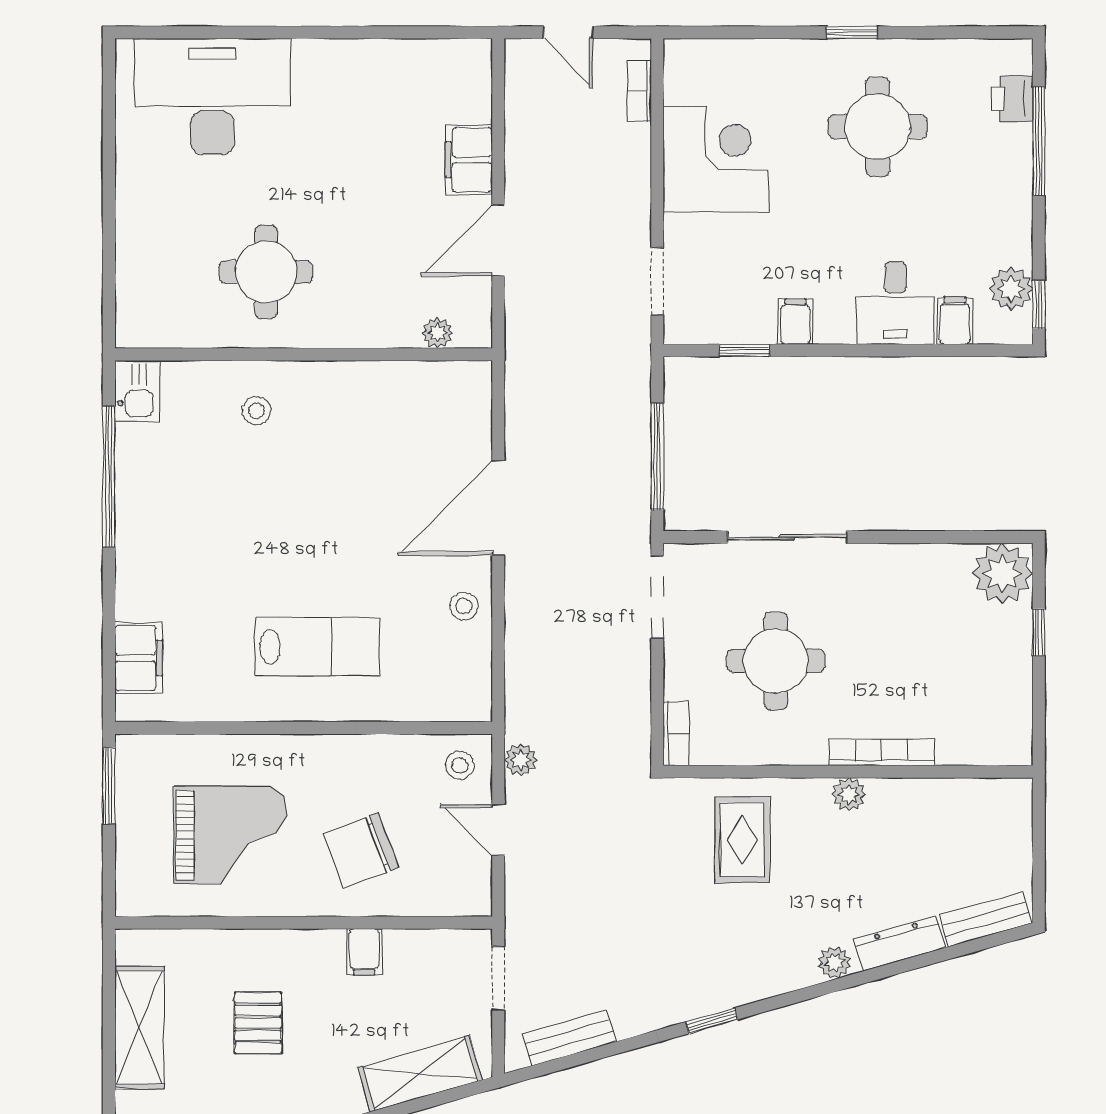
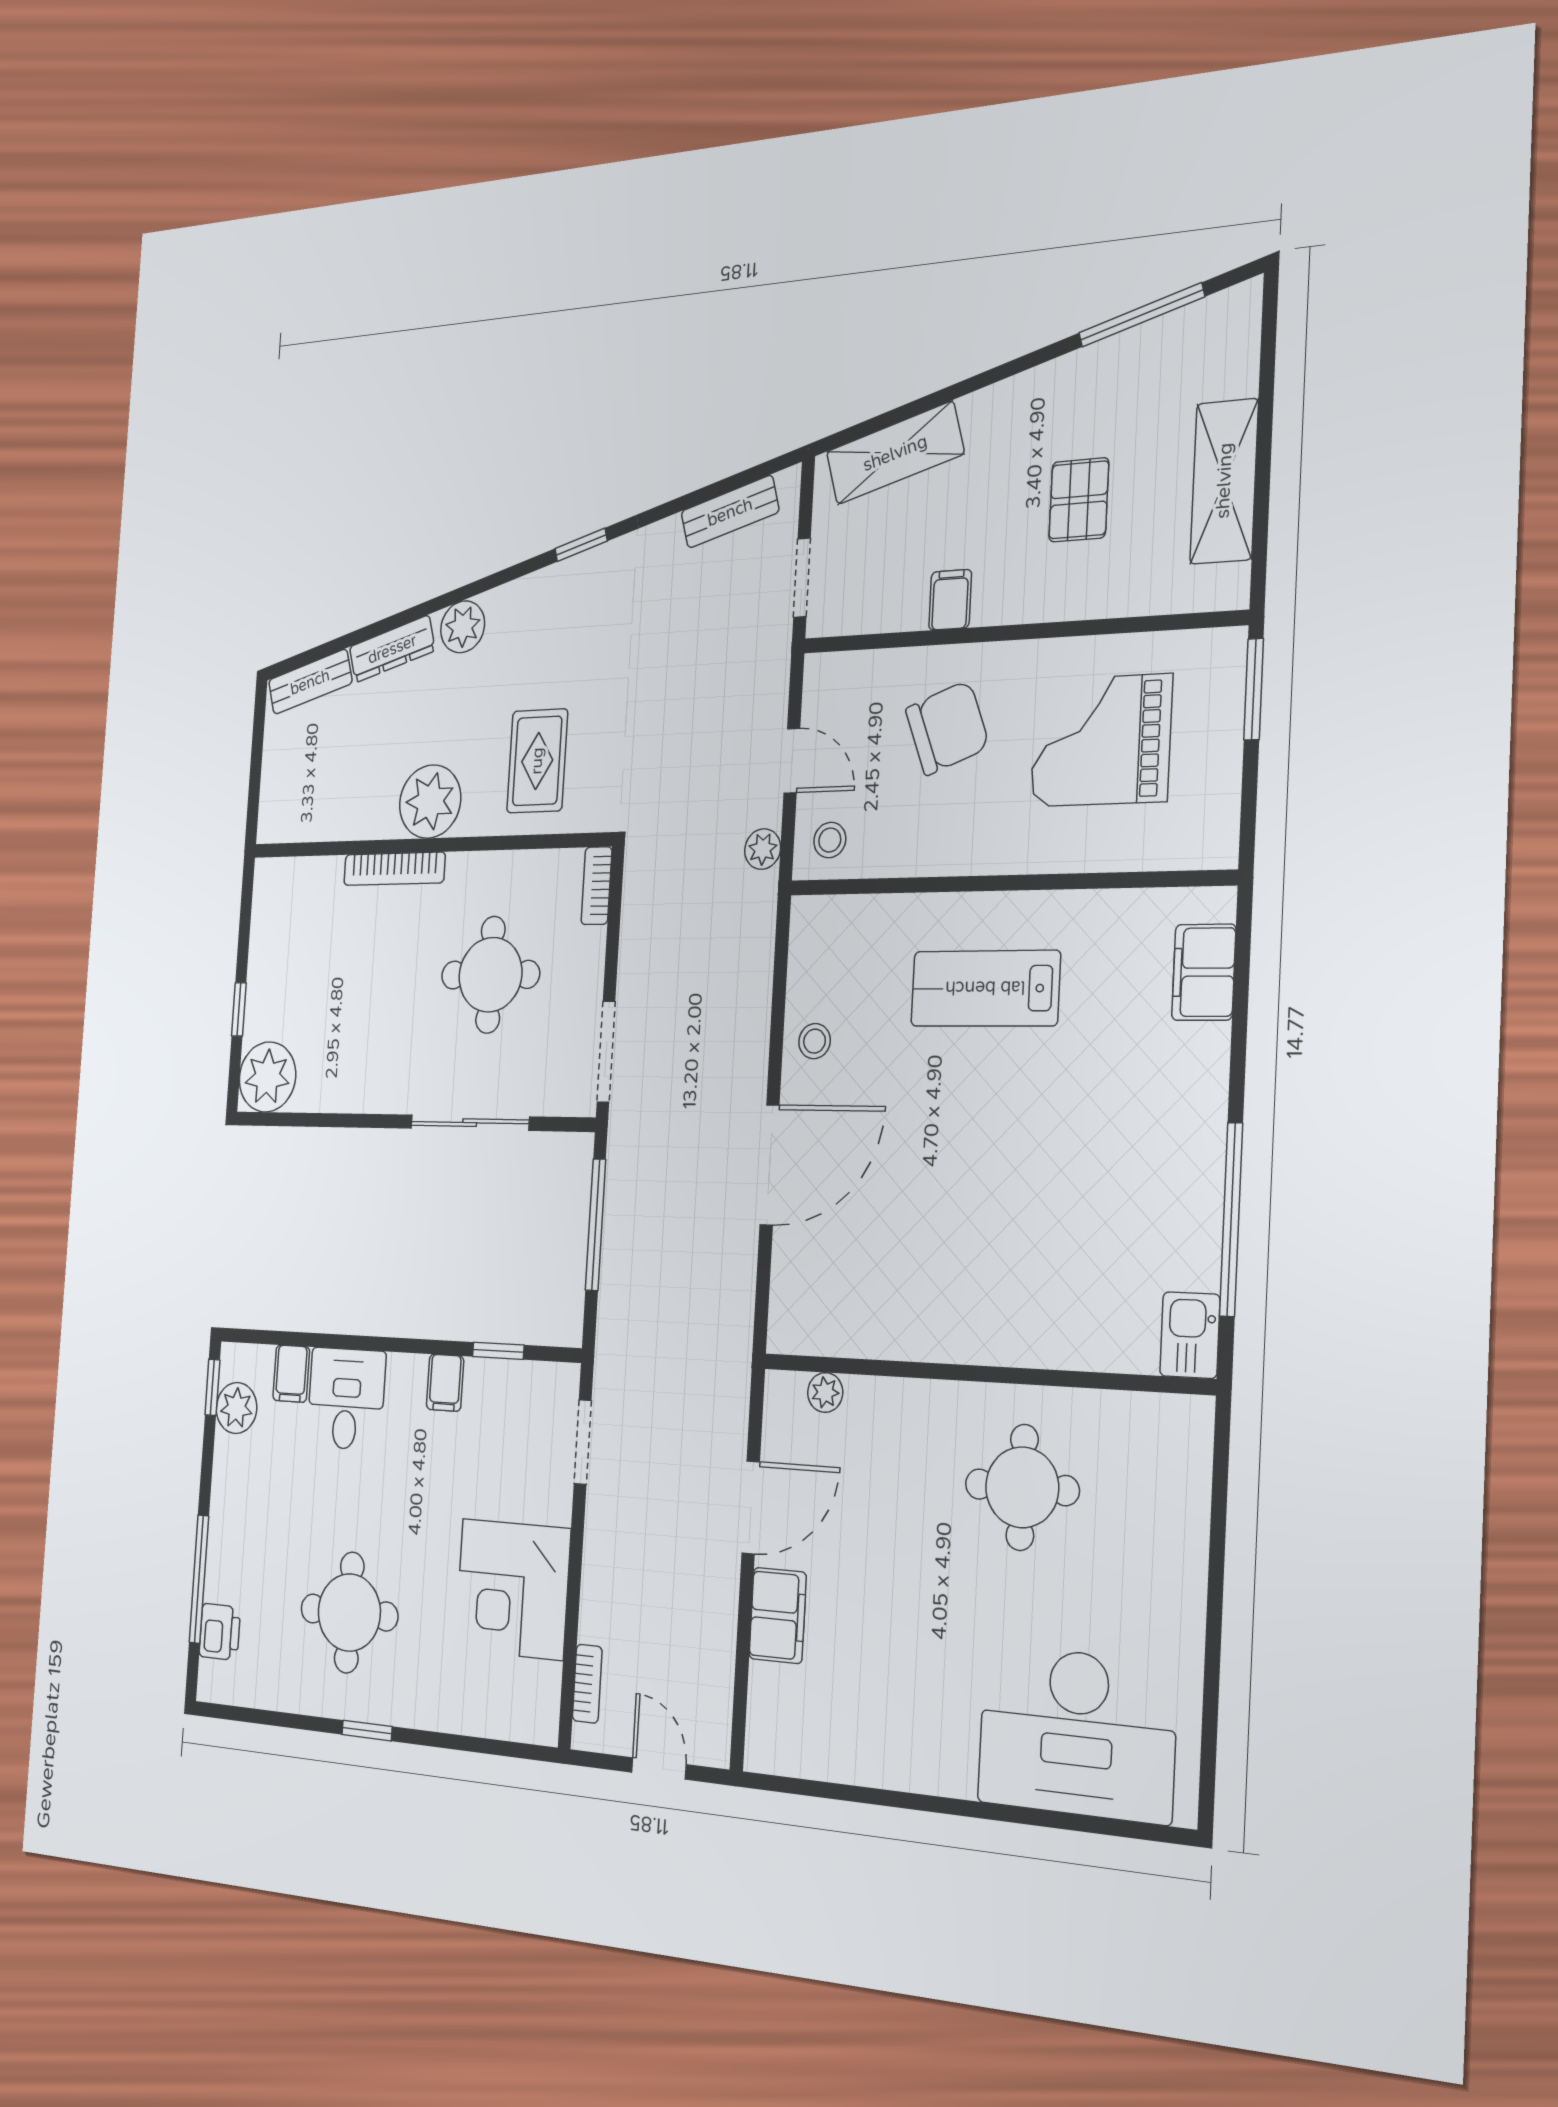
stool: (257, 411) -> (1043, 1301), removed
window: (109, 786) -> (1254, 689), moved
plant: (849, 794) -> (430, 801), width x1.87, depth x1.87
plant: (834, 962) -> (463, 627), width x1.38, depth x1.38

